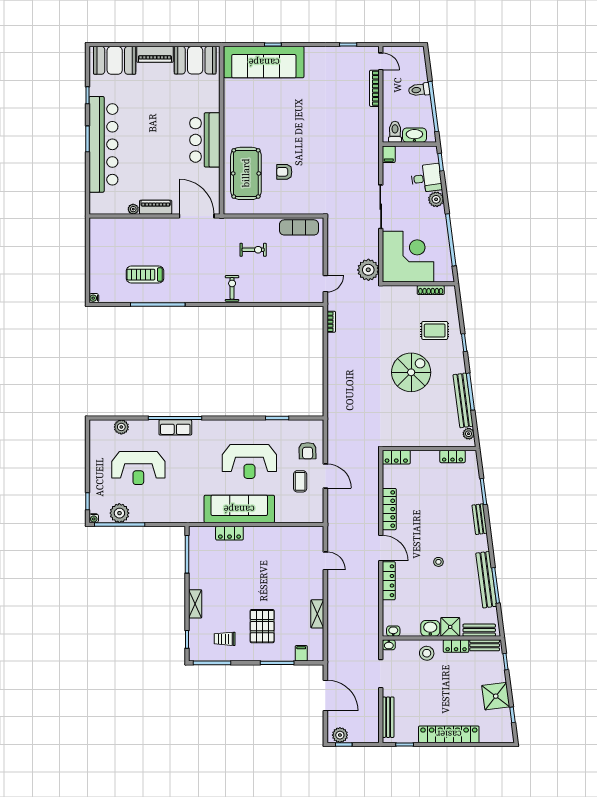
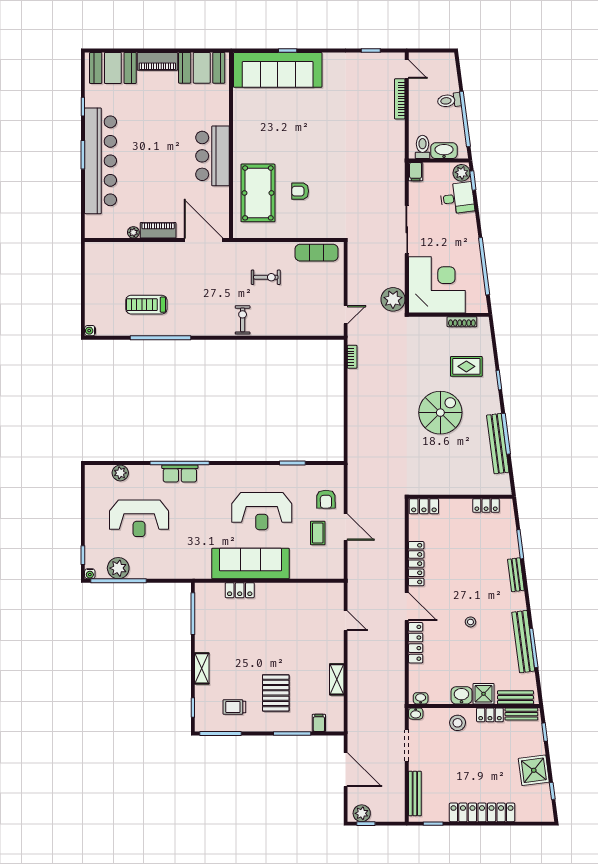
plant: (436, 199) -> (462, 173), moved
plant: (469, 434) -> (504, 480), removed

